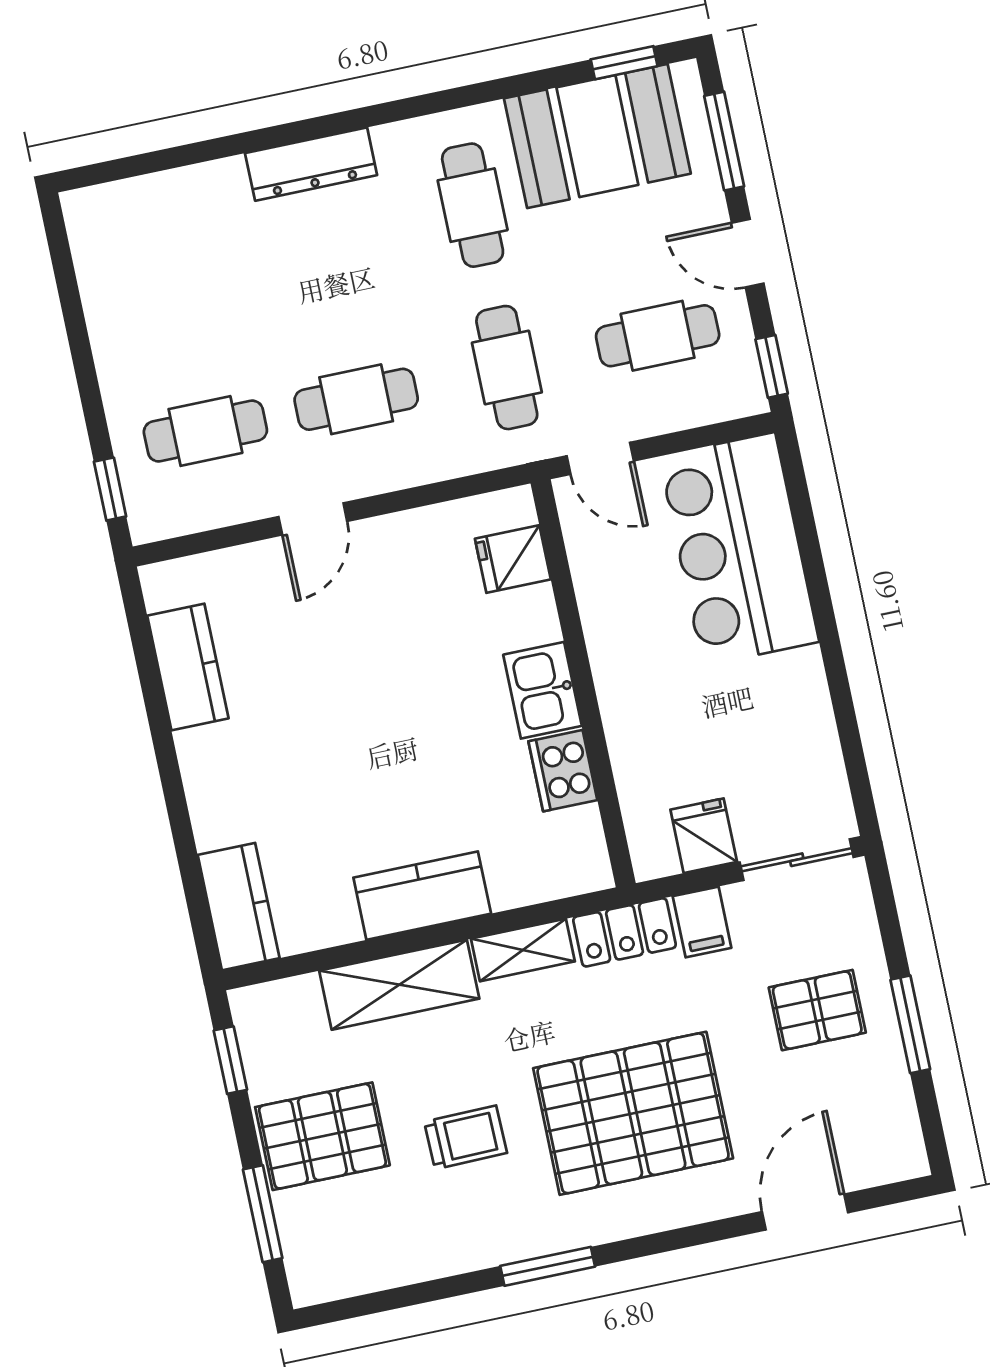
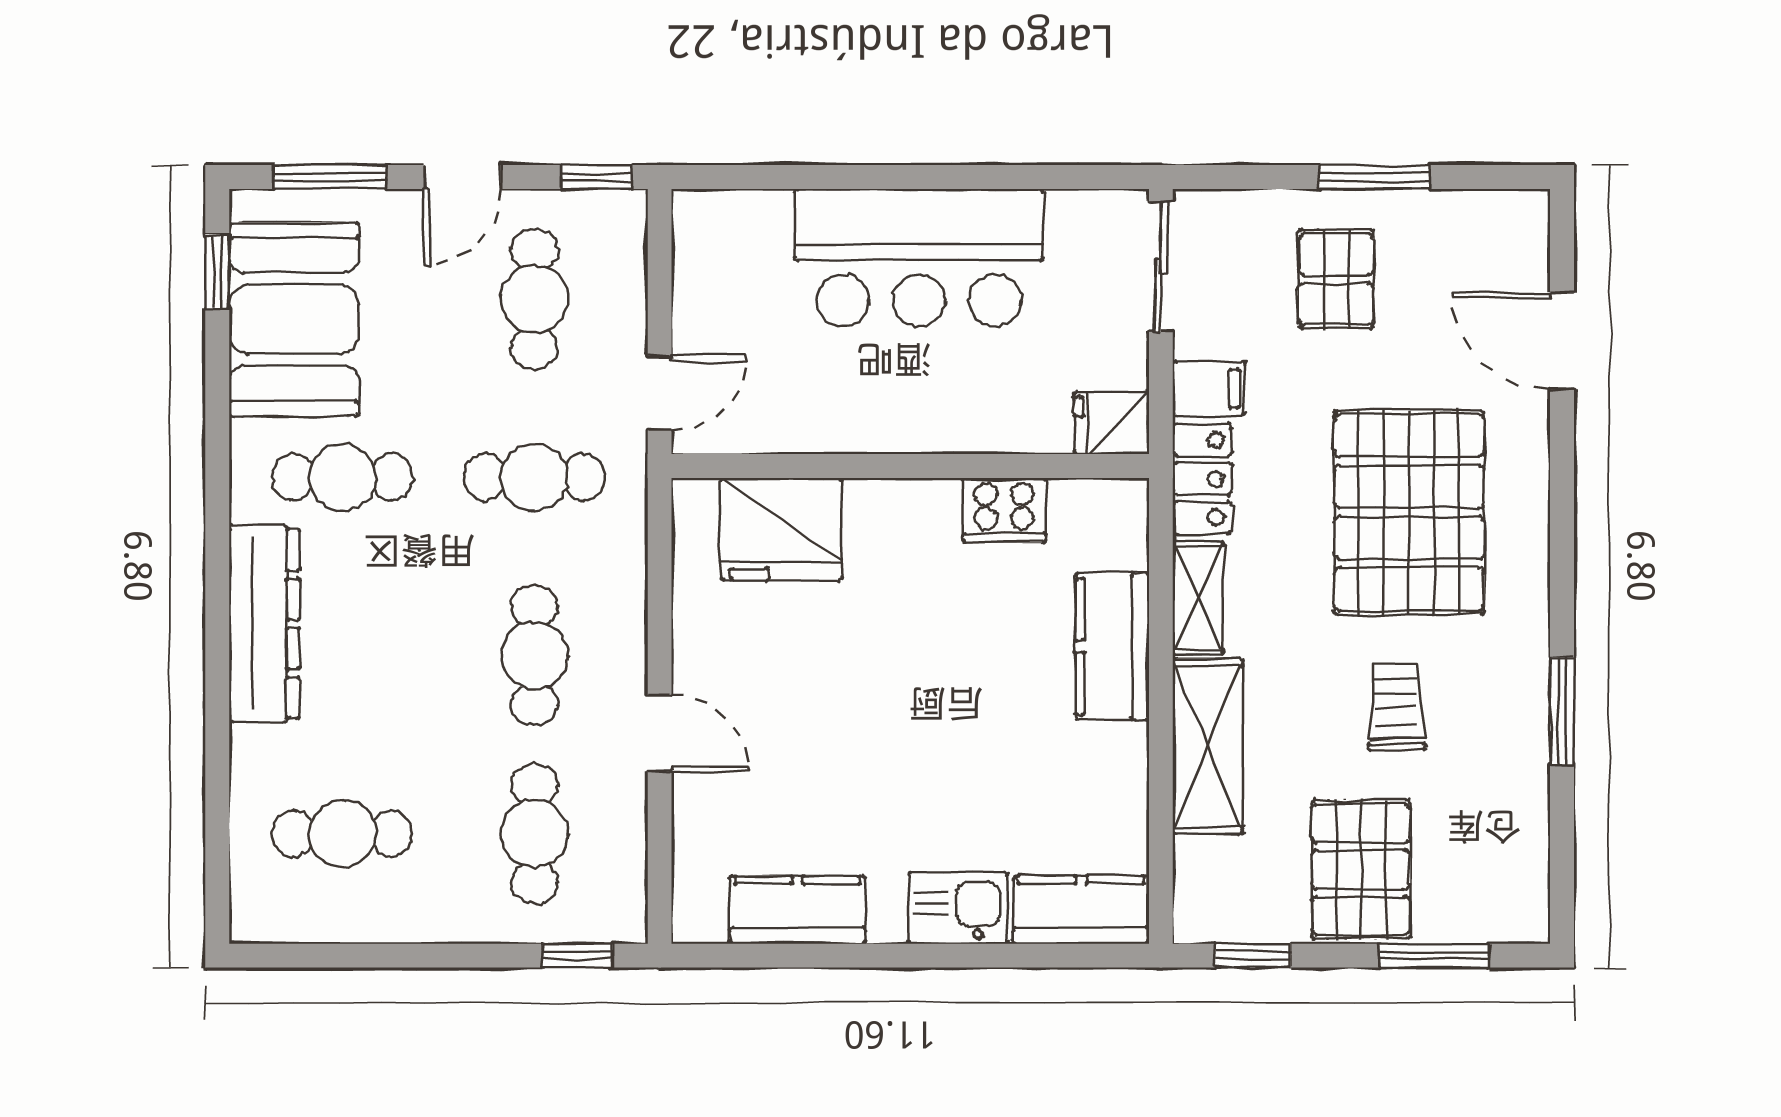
dresser: (311, 164) -> (264, 624), width x1.37, depth x1.24
cafe table: (171, 269) -> (342, 834), added
bar counter: (739, 549) -> (919, 258), moved
fridge: (513, 559) -> (781, 529), width x1.88, depth x1.34
kitchen sink: (542, 690) -> (958, 908), moved, turned 180
fridge: (704, 836) -> (1112, 423), moved
kitchen counter: (422, 896) -> (1112, 646), moved
window: (548, 1266) -> (1562, 711), moved

